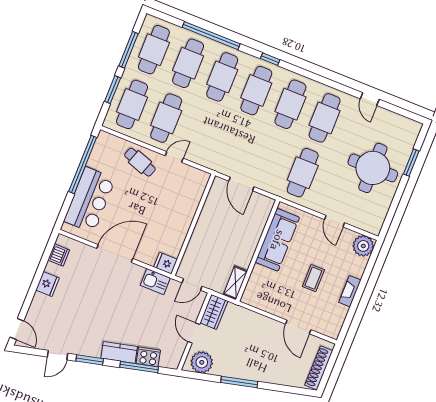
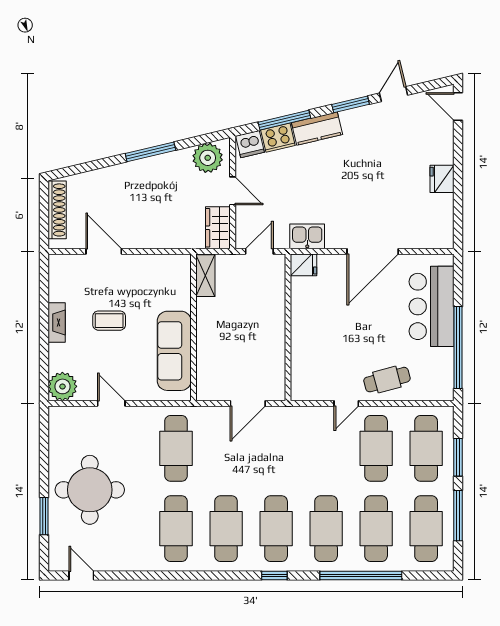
door: (370, 99) -> (81, 575), moved
cafe table: (140, 162) -> (387, 380), turned -34
door: (241, 184) -> (248, 403), swing flipped
dishwasher: (59, 255) -> (250, 144), moved, turned -103
coffee table: (313, 278) -> (109, 321), turned 90

